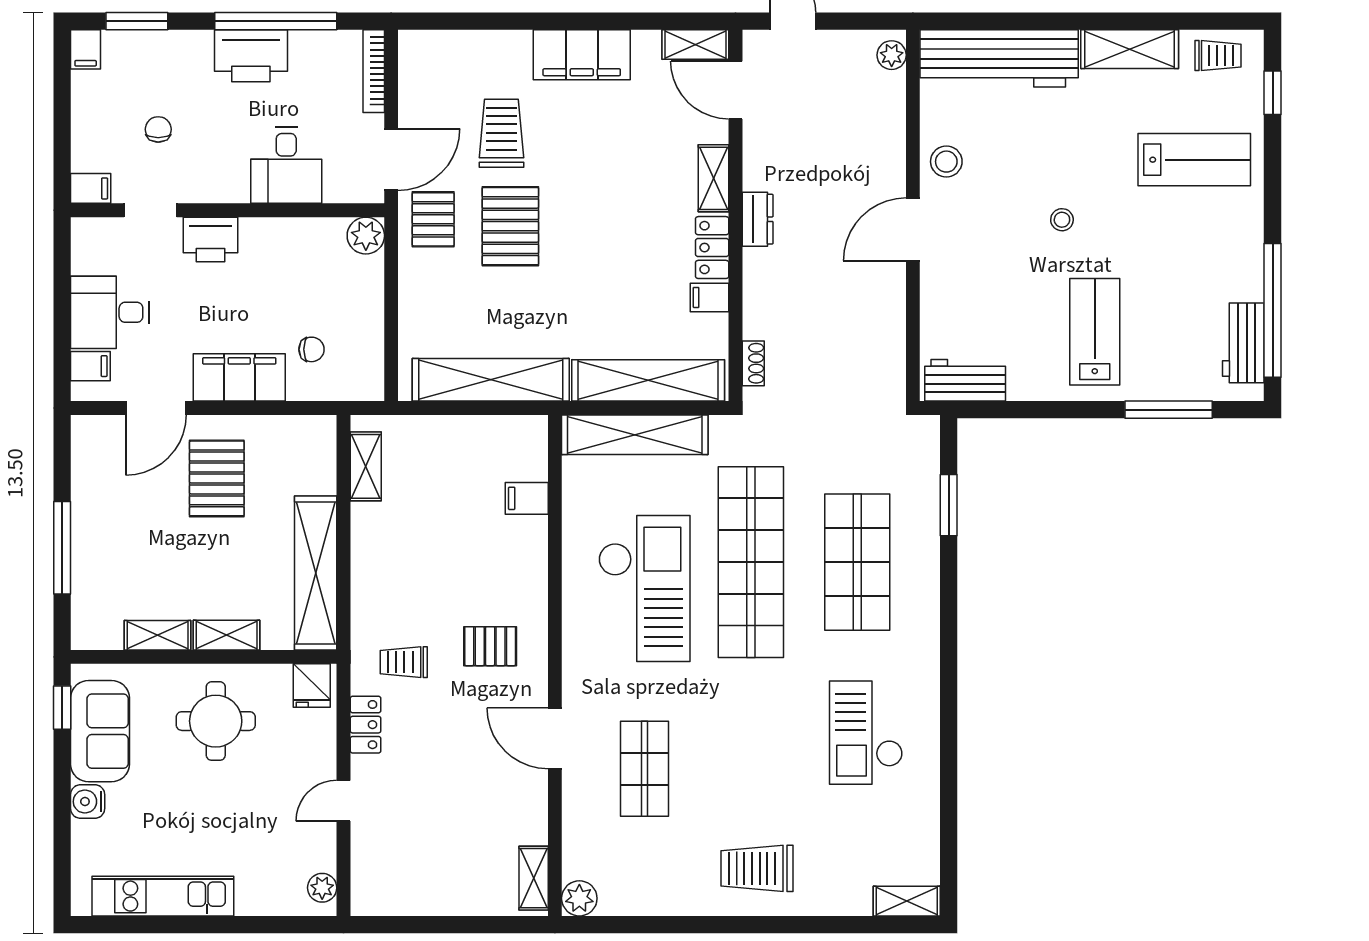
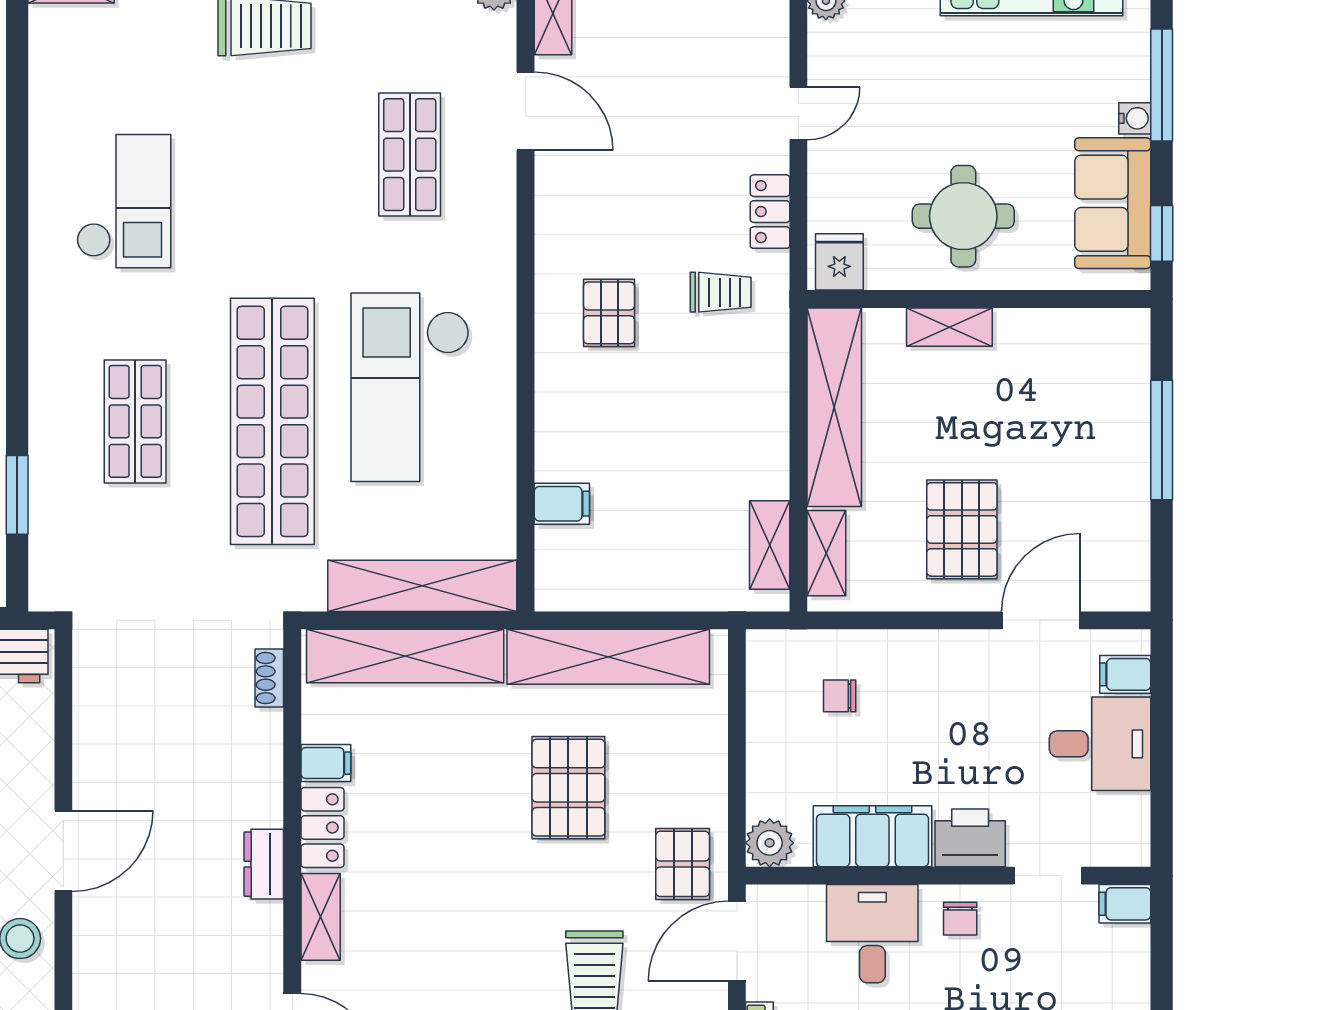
chair: (158, 129) -> (960, 919), moved
pallet: (510, 226) -> (568, 788), moved
filing cabinet: (239, 377) -> (872, 836), moved, turned 180
shop shelf: (857, 562) -> (135, 421), width x0.70, depth x0.74
shelving: (158, 635) -> (826, 553), moved, turned 90
pallet: (490, 646) -> (609, 313), turned 90
door: (555, 738) -> (526, 111), moved
water cooler: (88, 802) -> (1135, 118), width x0.72, depth x0.72
window: (62, 823) -> (1162, 85), added

